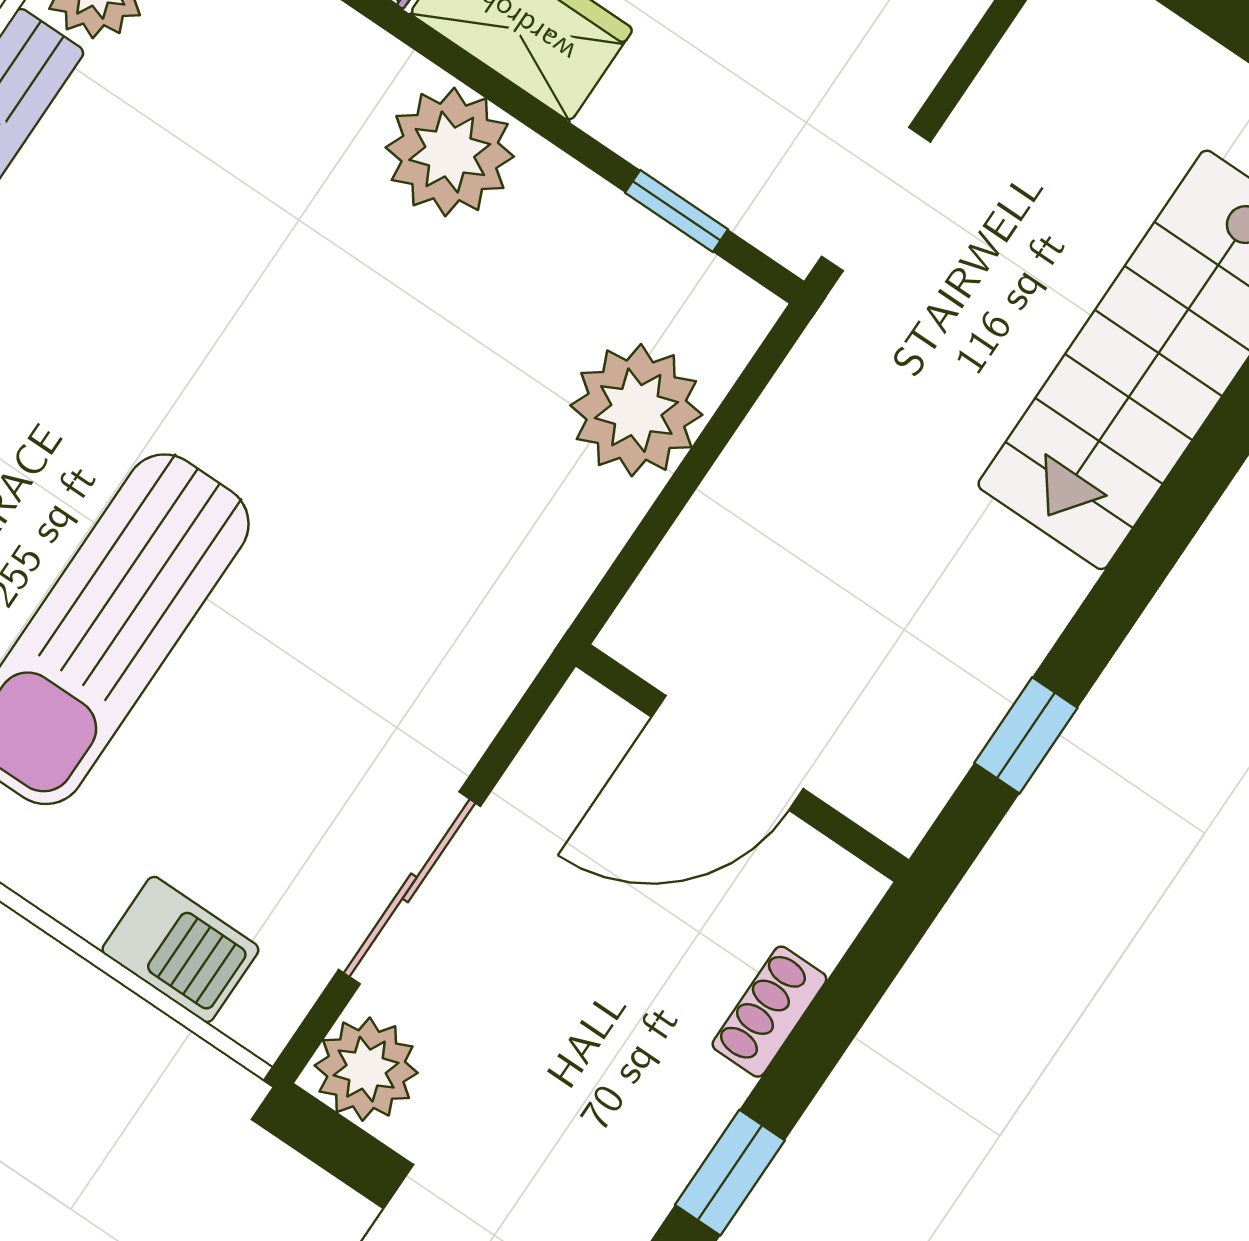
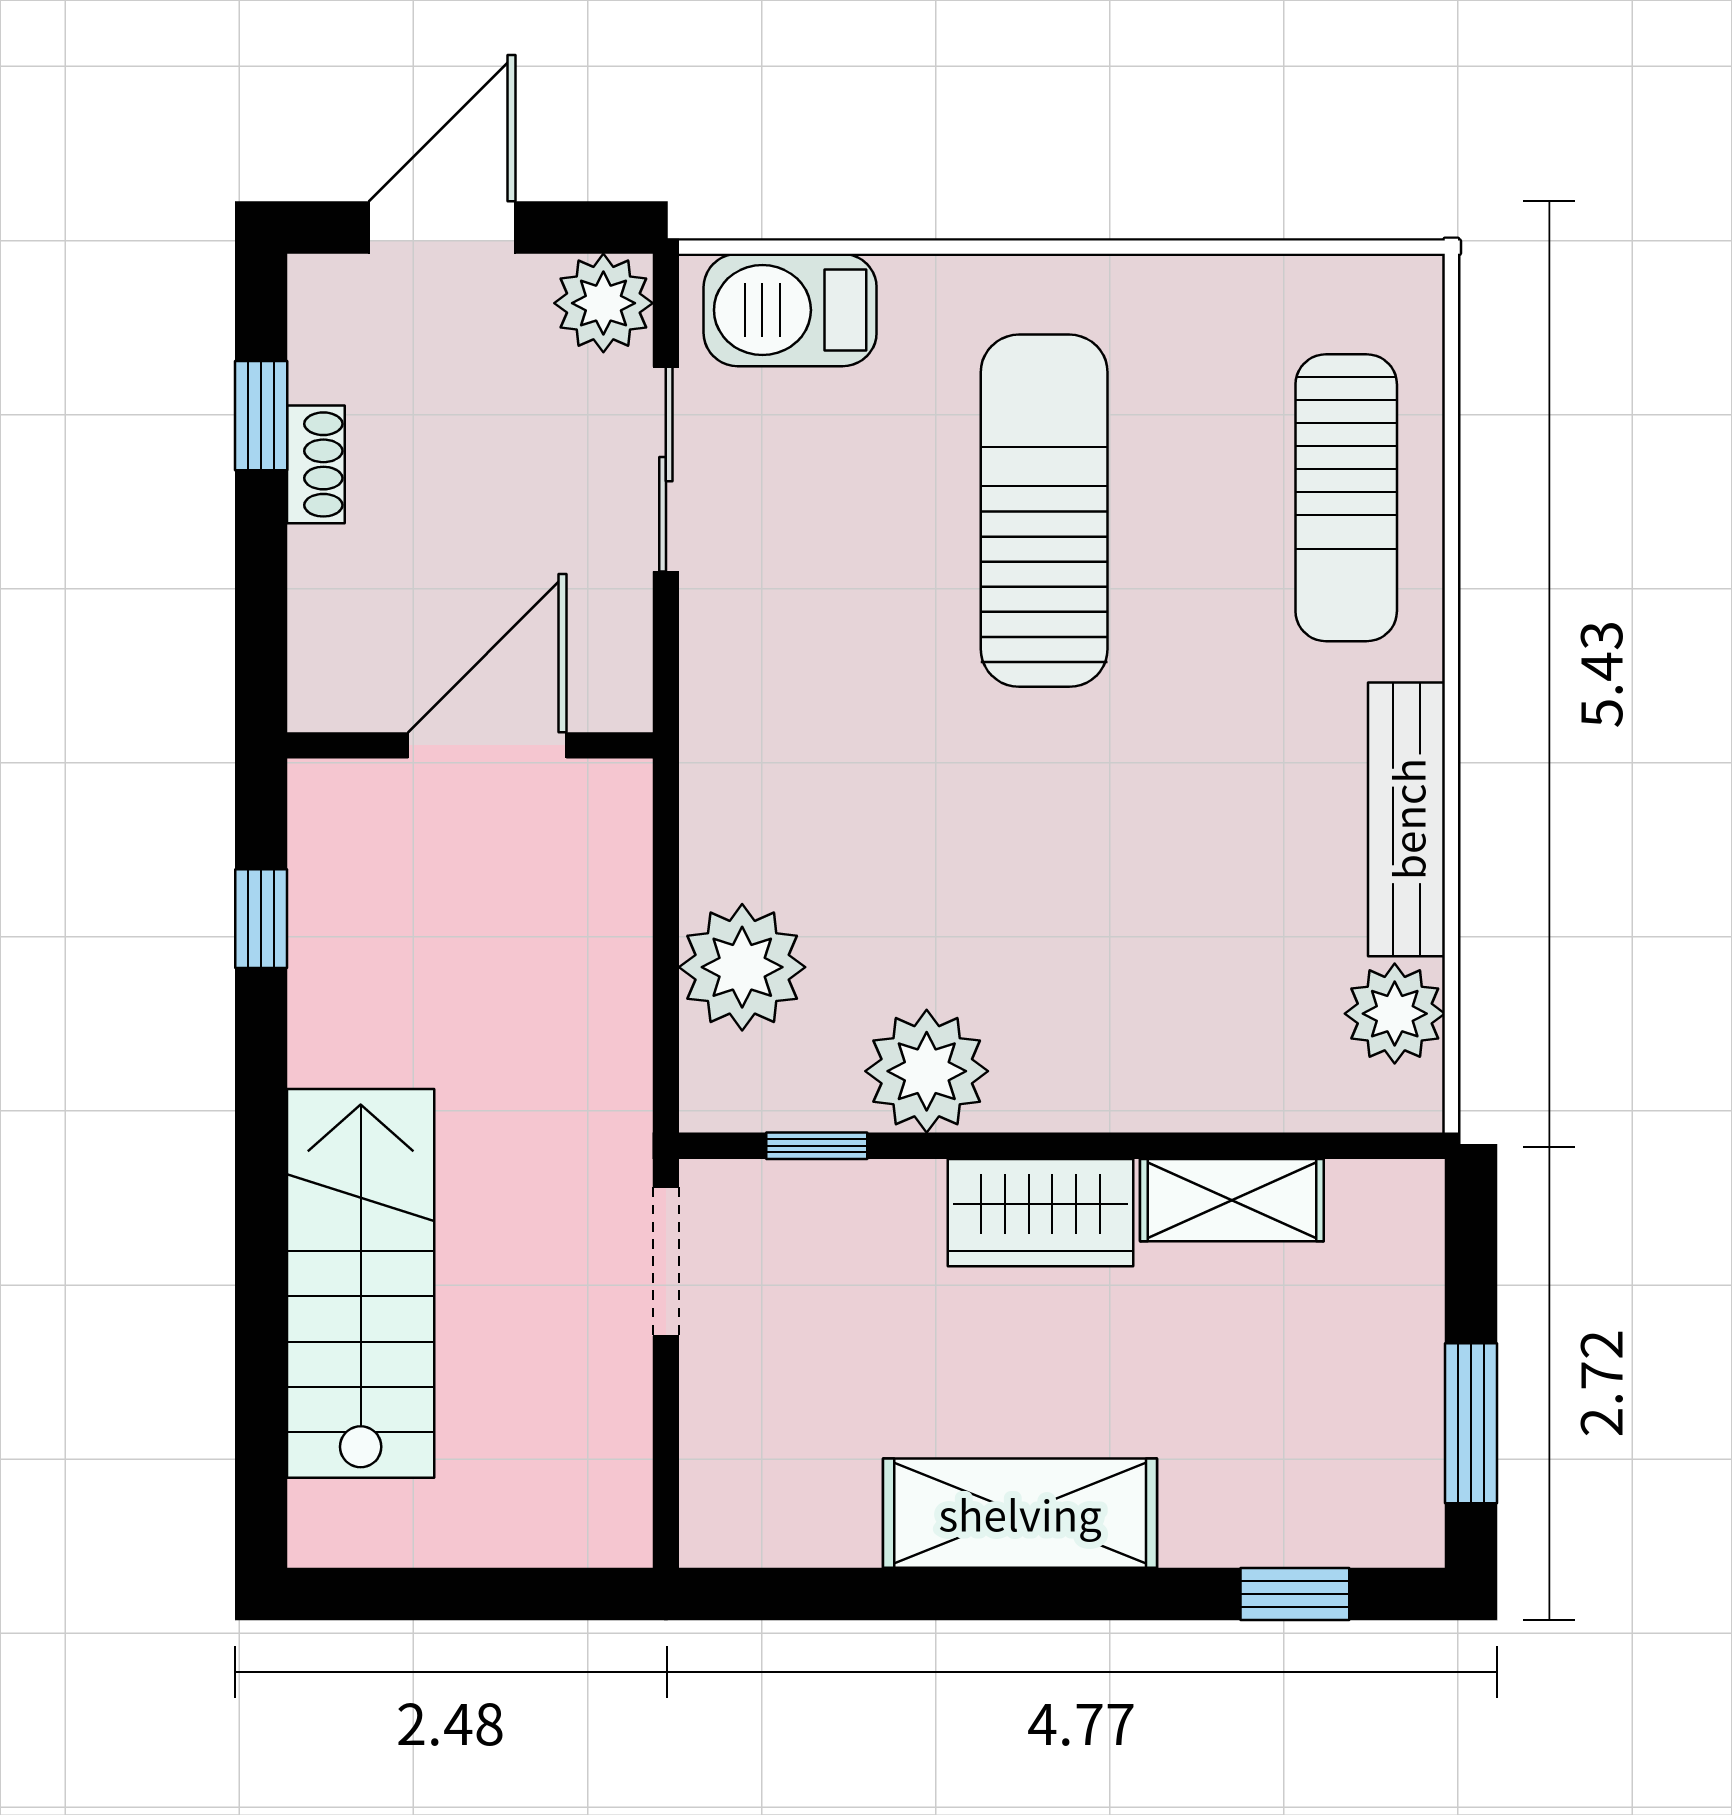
plant: (450, 152) -> (927, 1071), moved
barbecue: (180, 950) -> (790, 310), width x1.38, depth x1.27
shoe rack: (769, 1012) -> (316, 464), moved

